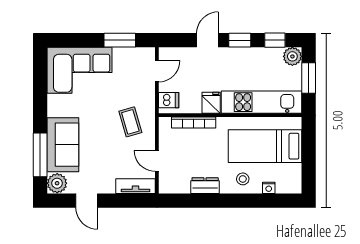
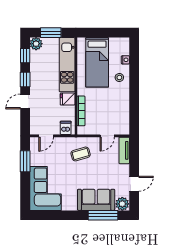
door: (207, 40) -> (25, 102), hinge flipped
door: (157, 71) -> (46, 136), swing flipped
dresser: (205, 186) -> (124, 103), removed

